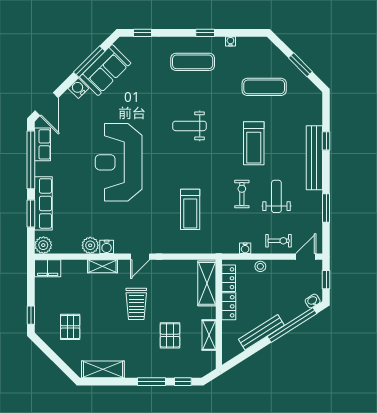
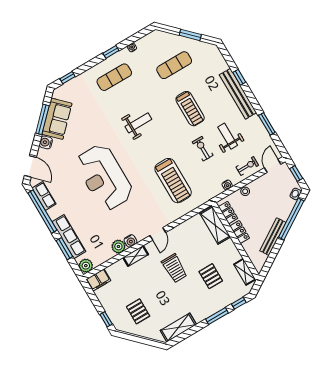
weight bench: (190, 126) -> (138, 123), turned 180
treadmill: (190, 209) -> (173, 181), width x1.37, depth x1.38
shelving: (209, 335) -> (245, 272), moved

